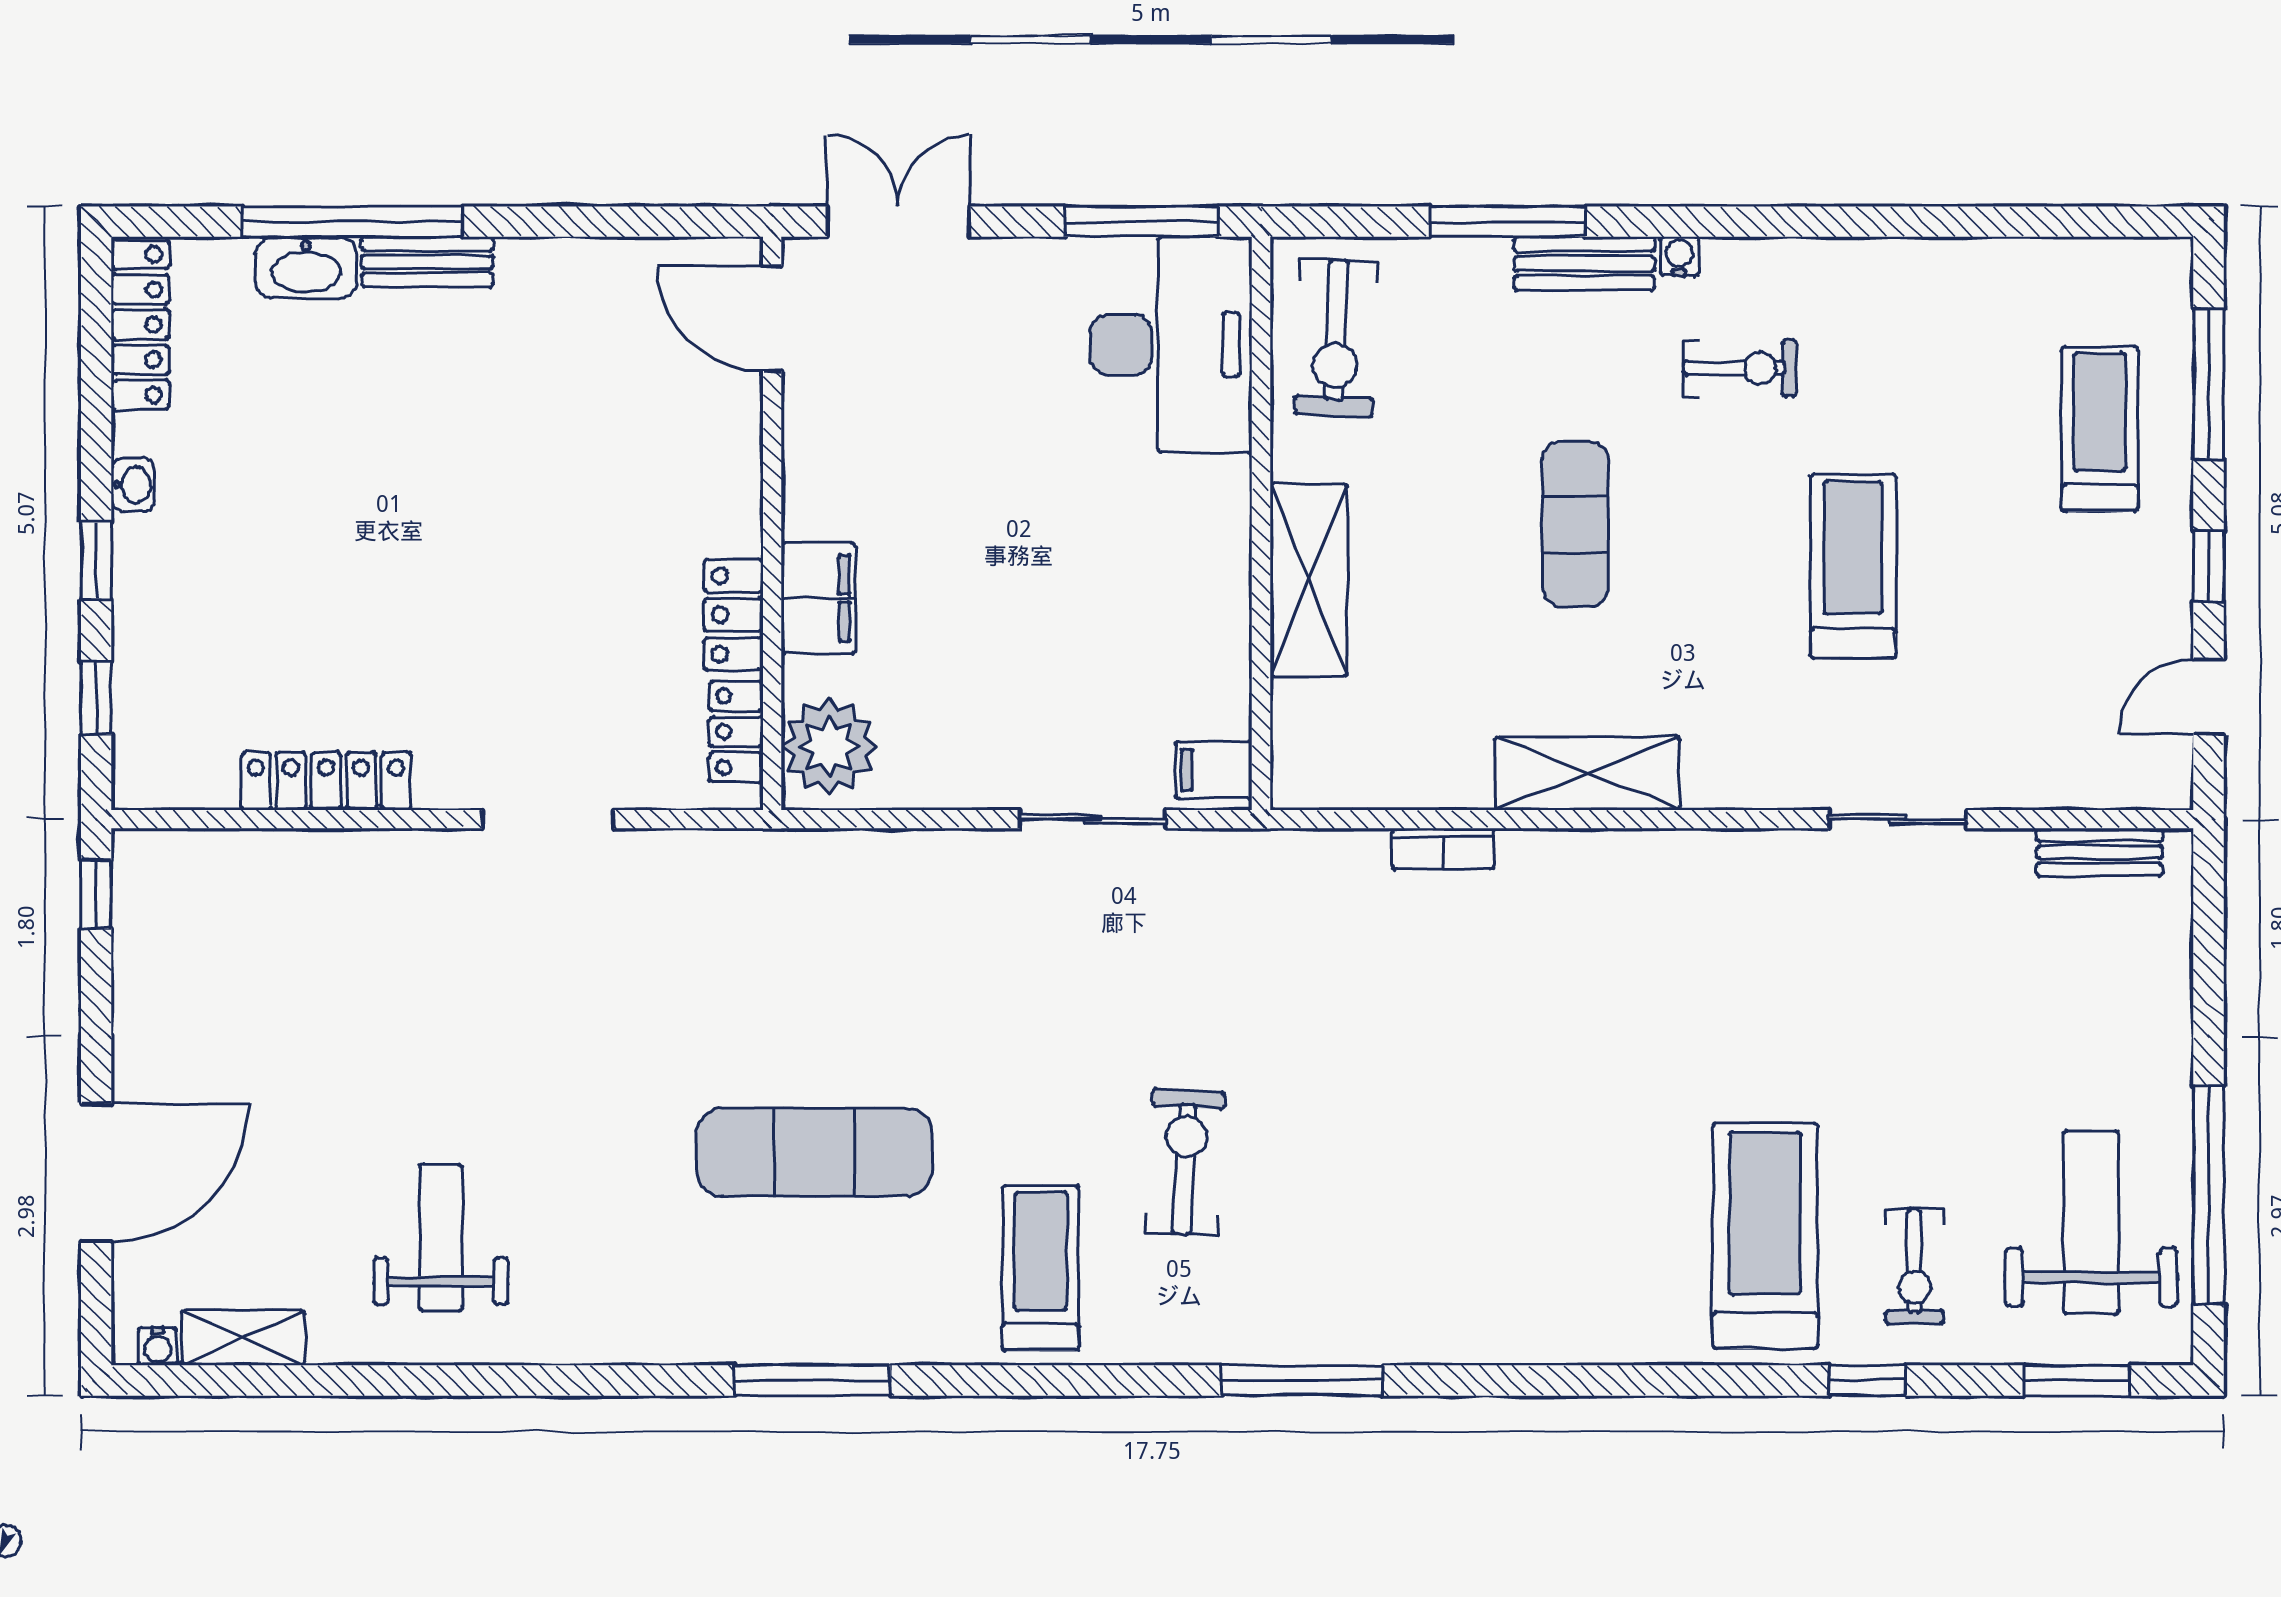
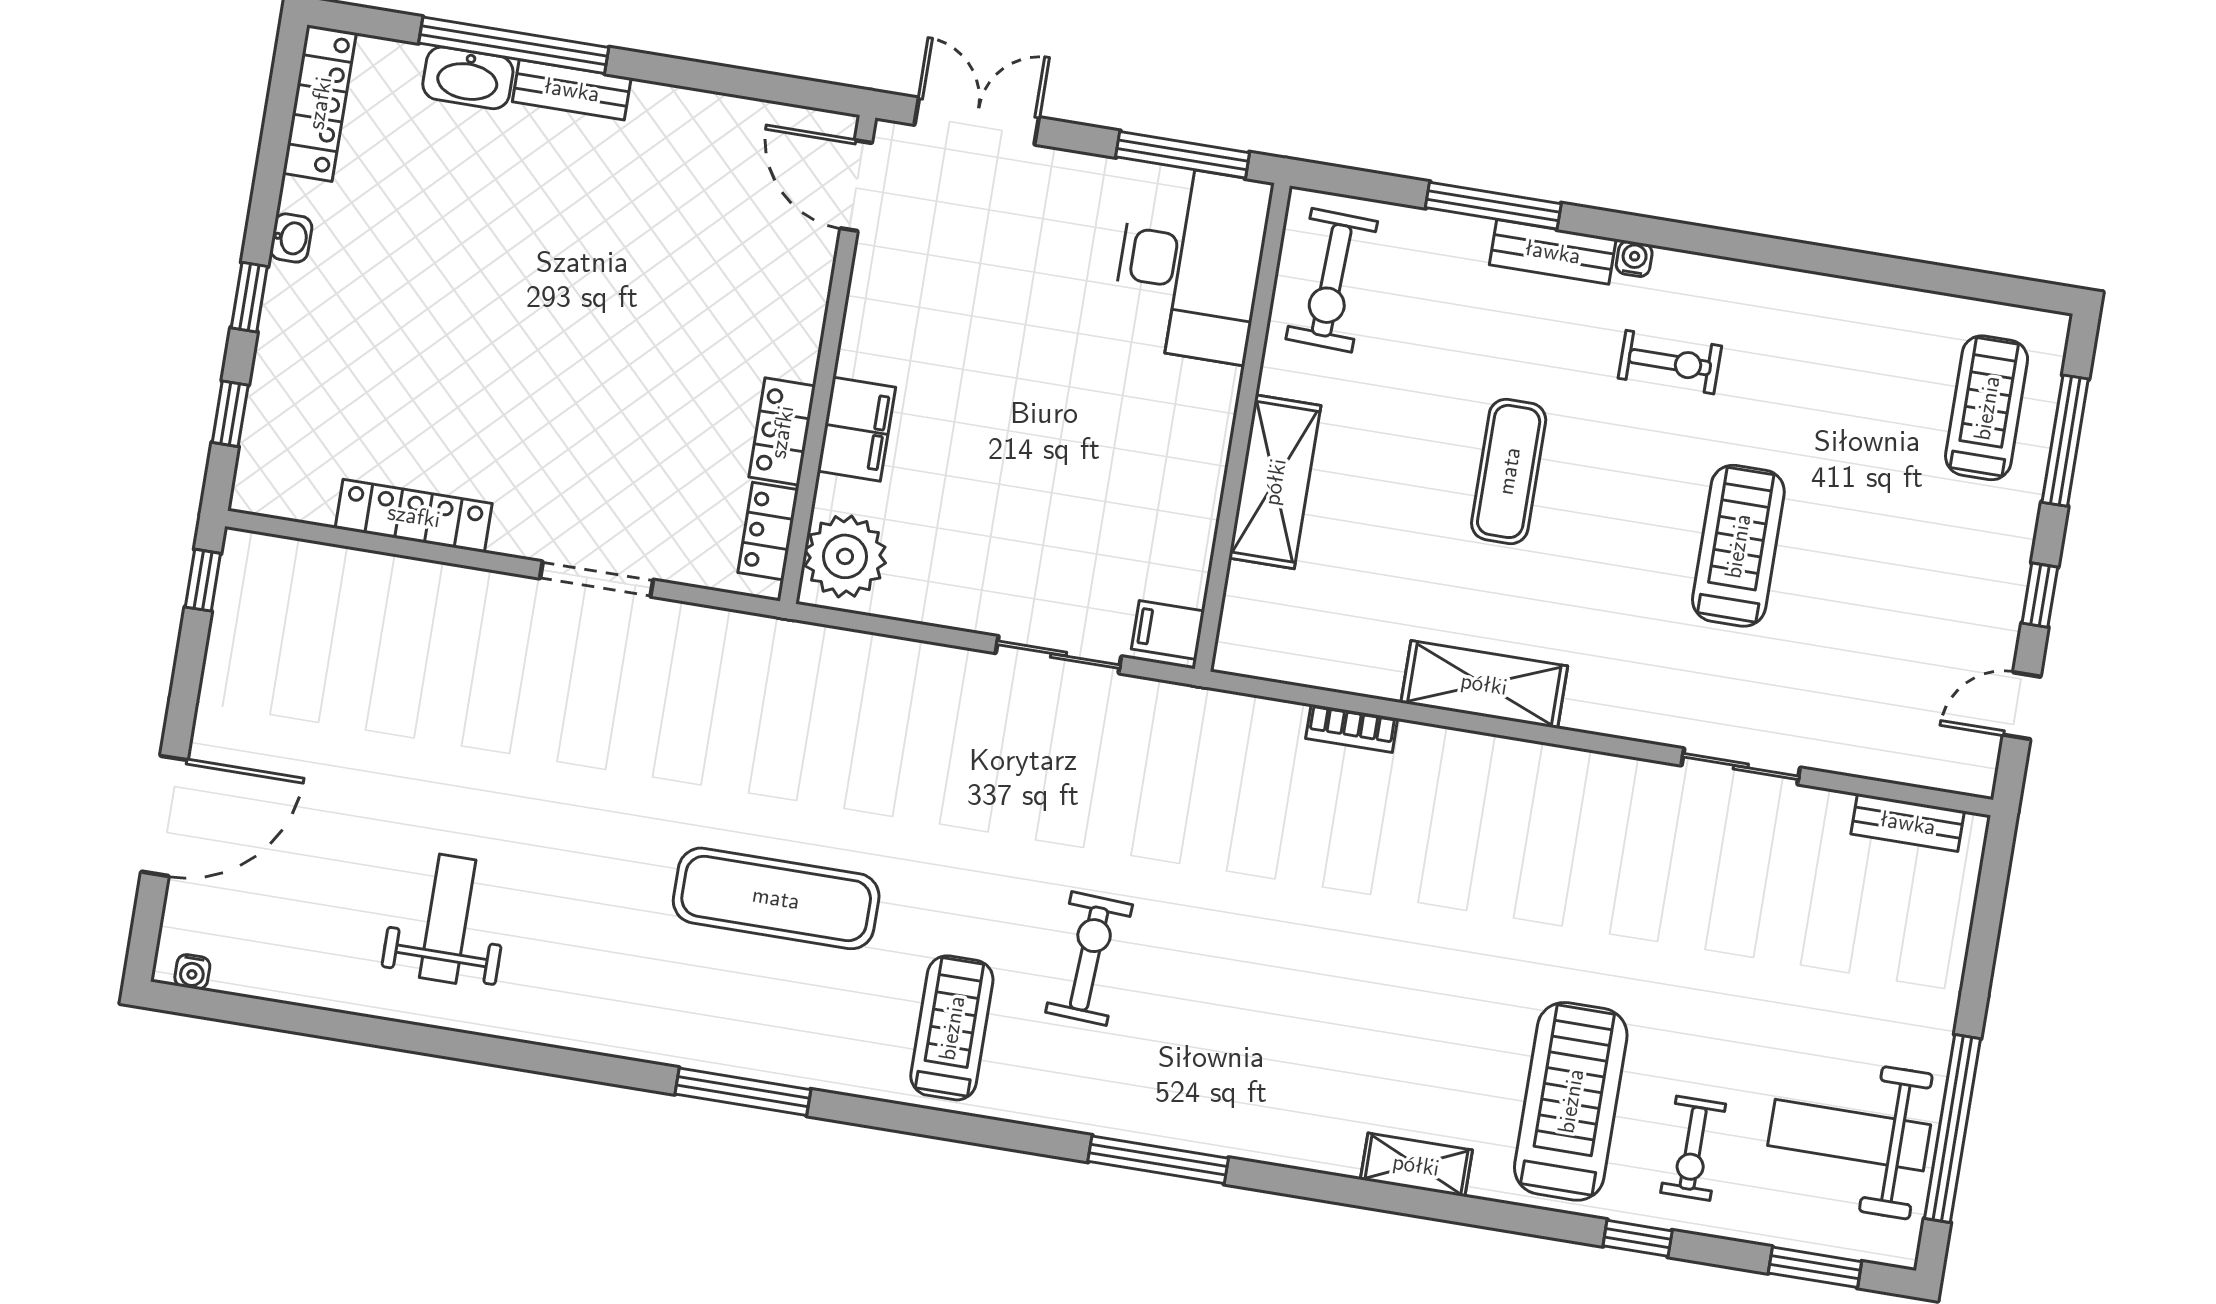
treadmill: (2100, 429) -> (1987, 408), moved
weight bench: (2091, 1222) -> (1849, 1135), turned -90
shelving: (243, 1338) -> (1416, 1165), moved

